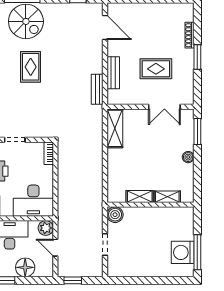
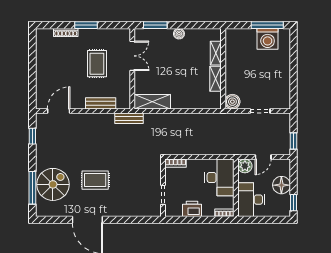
bench: (97, 89) -> (129, 118), moved

